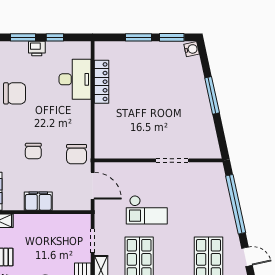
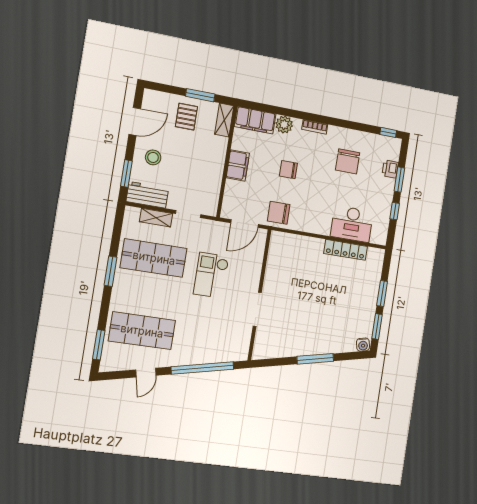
printer: (37, 49) -> (390, 169), moved

